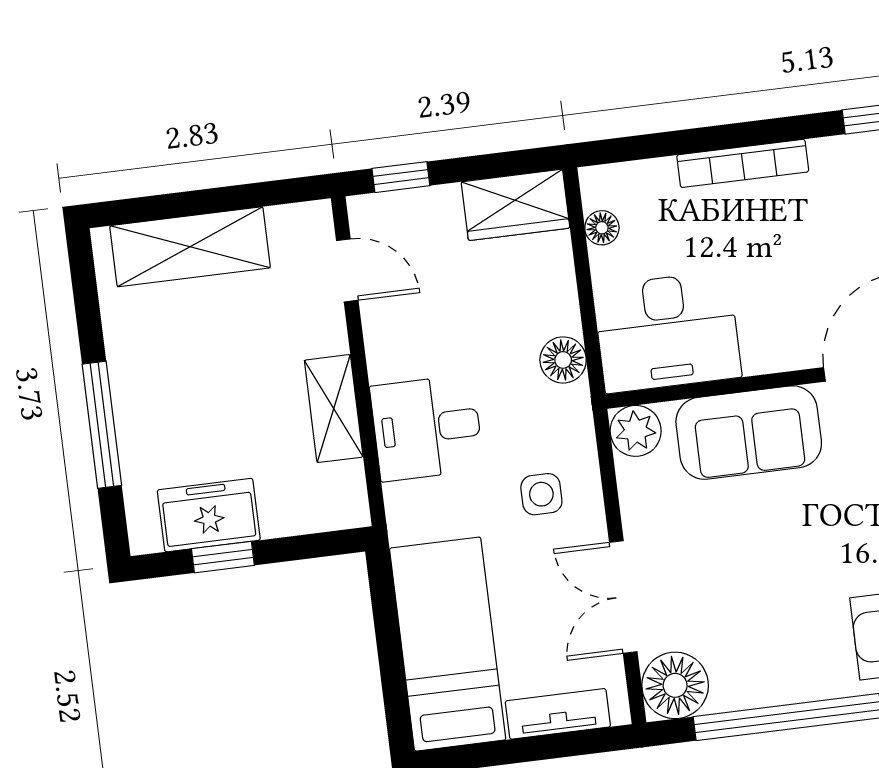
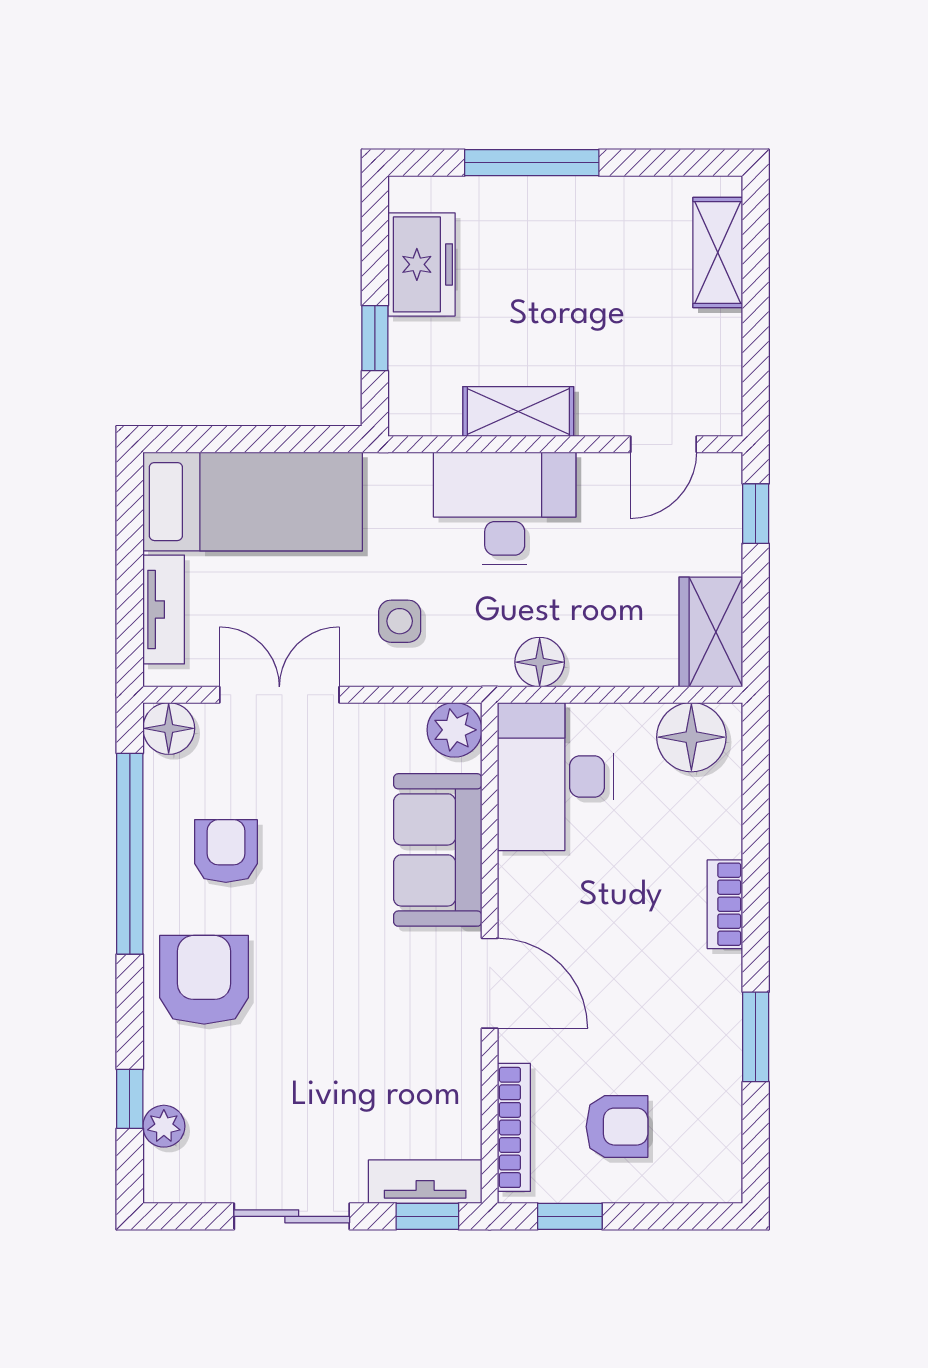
bookcase: (743, 163) -> (725, 904), width x0.64
floor lamp: (602, 228) -> (691, 737), width x1.89, depth x1.89
shelving: (190, 247) -> (718, 252), width x0.67, depth x0.75
desk: (427, 428) -> (505, 508), width x1.37
window: (223, 557) -> (375, 338), moved
armchair: (774, 628) -> (226, 851), added
floor lamp: (675, 685) -> (169, 728), width x0.73, depth x0.73

